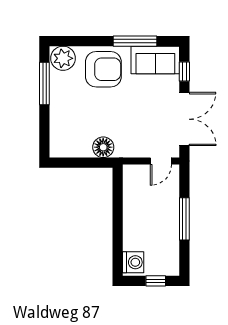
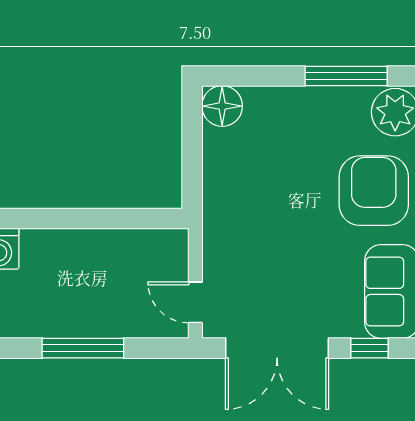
armchair: (103, 69) -> (374, 191), turned 180
floor lamp: (103, 147) -> (222, 106), moved

